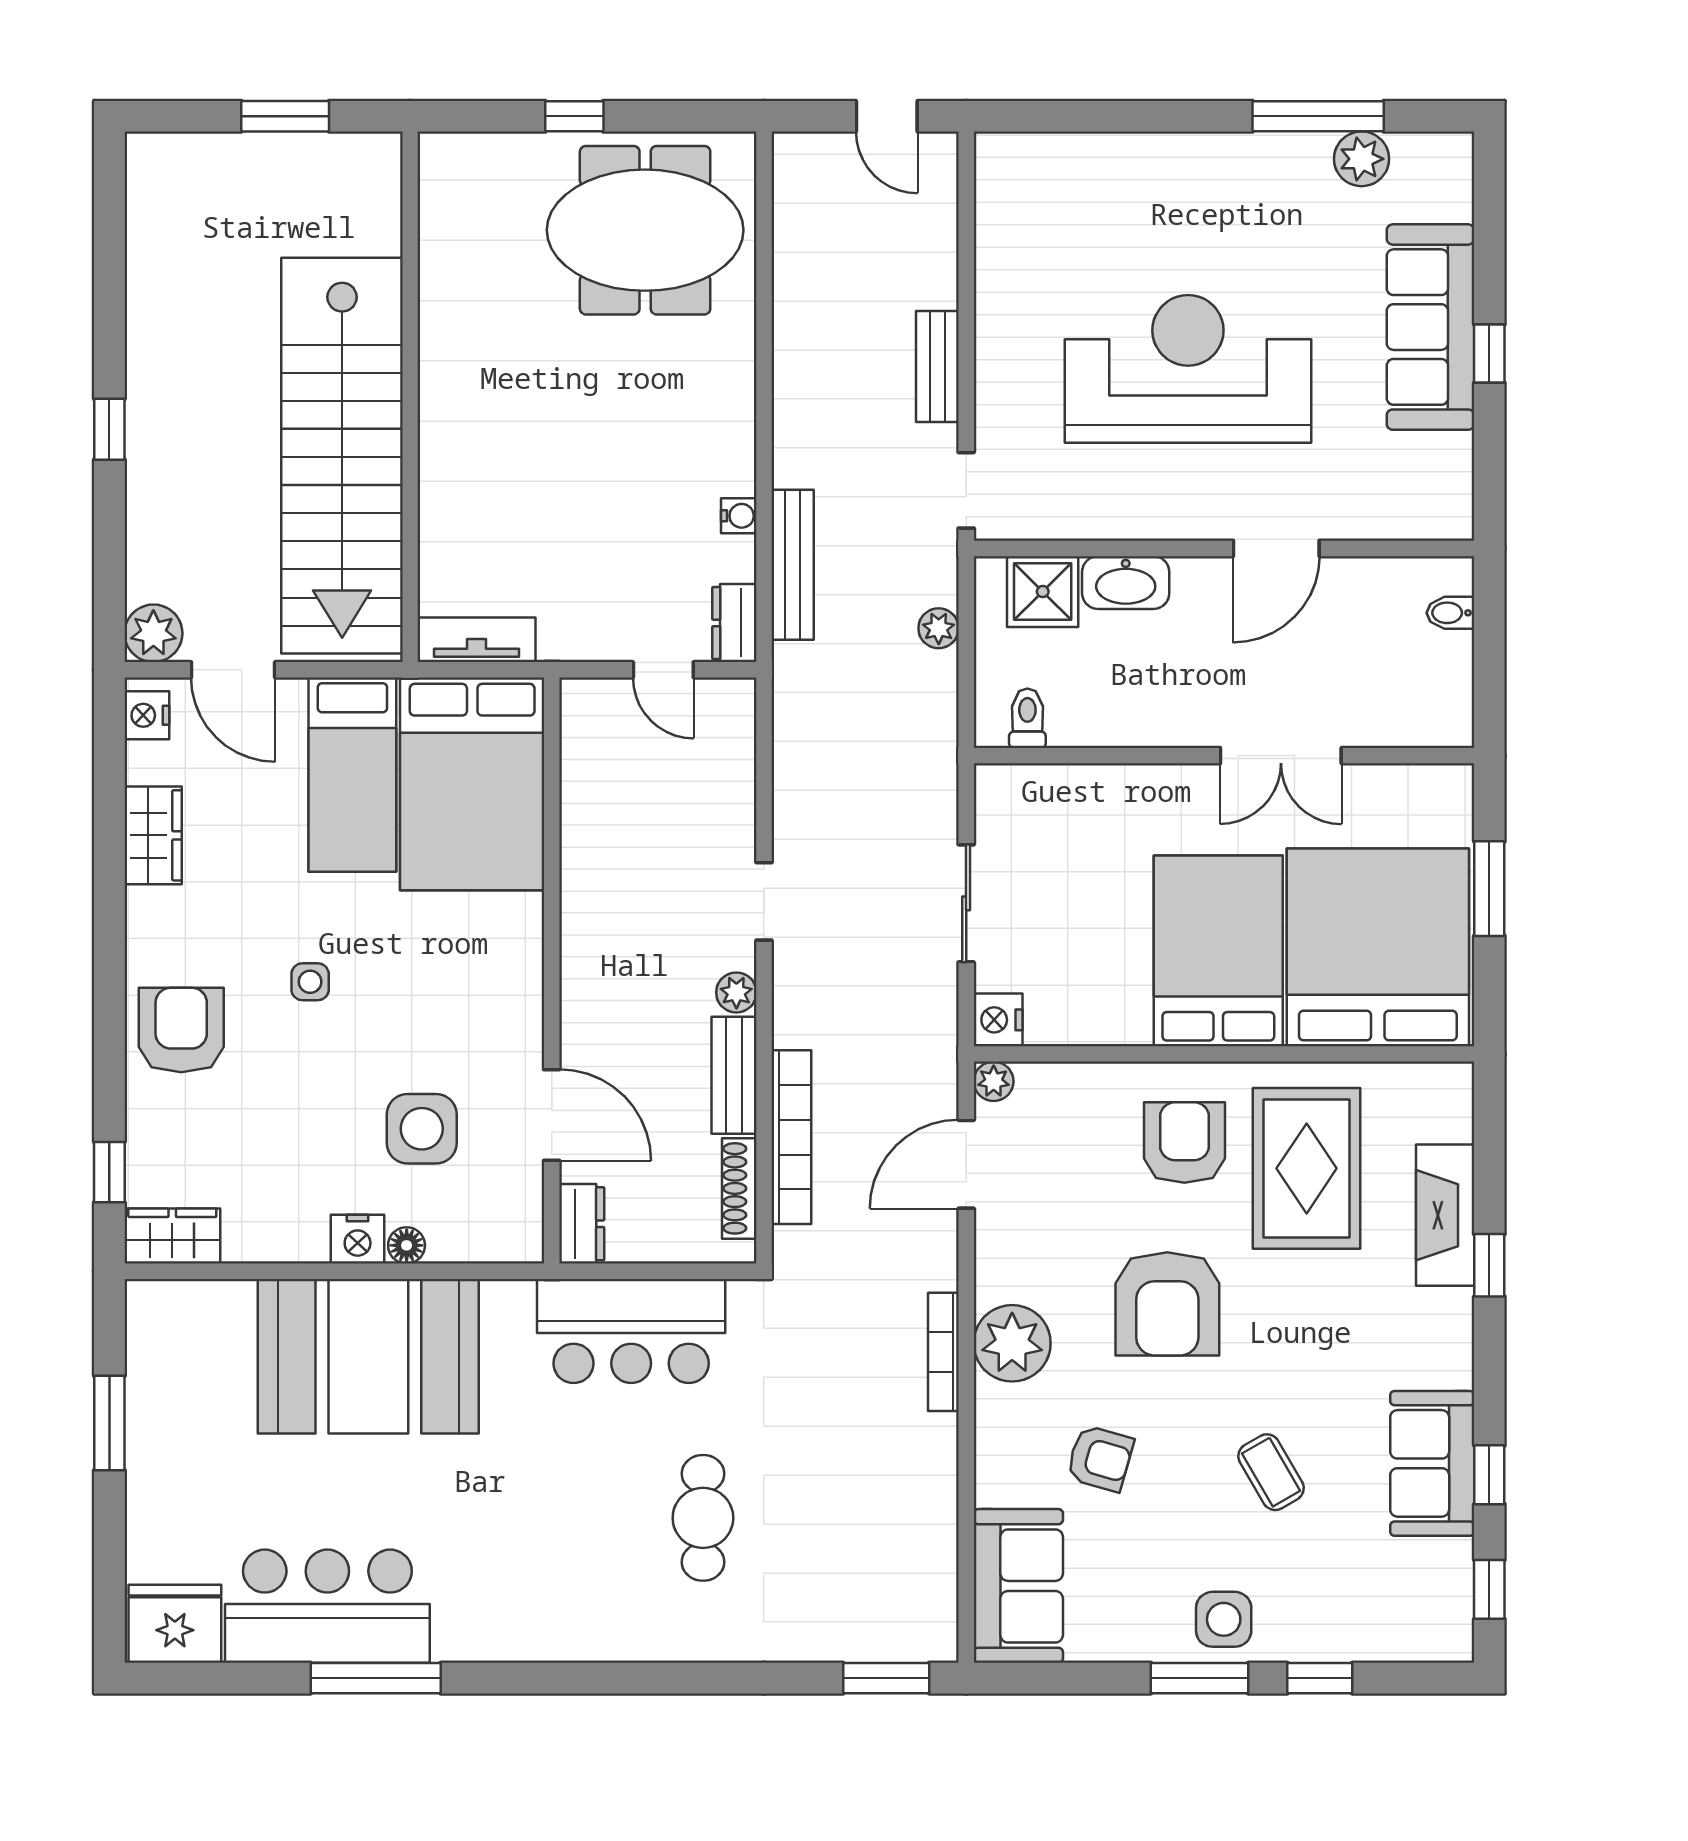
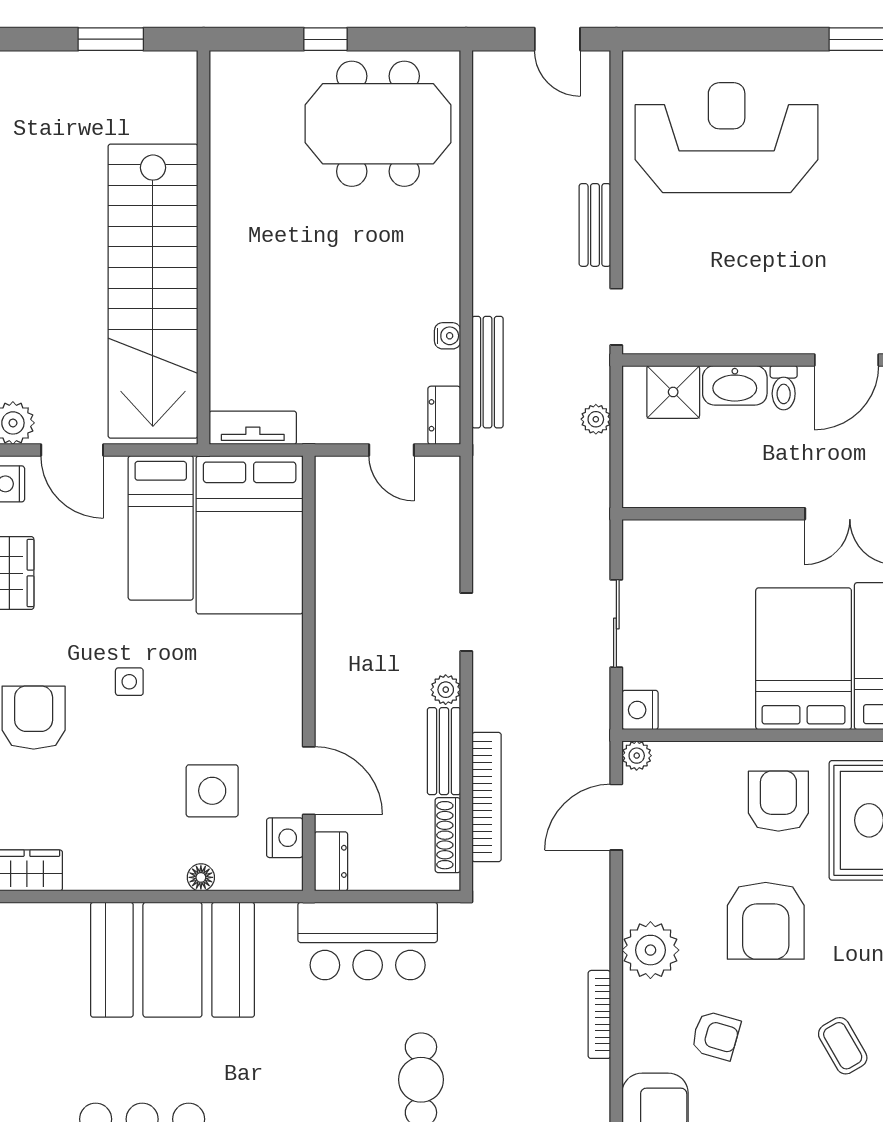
reception desk: (1188, 369) -> (727, 138), moved
toilet: (1027, 718) -> (784, 388), moved, turned 180
nightstand: (358, 1239) -> (285, 838), moved, turned -90
bookcase: (943, 1352) -> (599, 1014), moved

